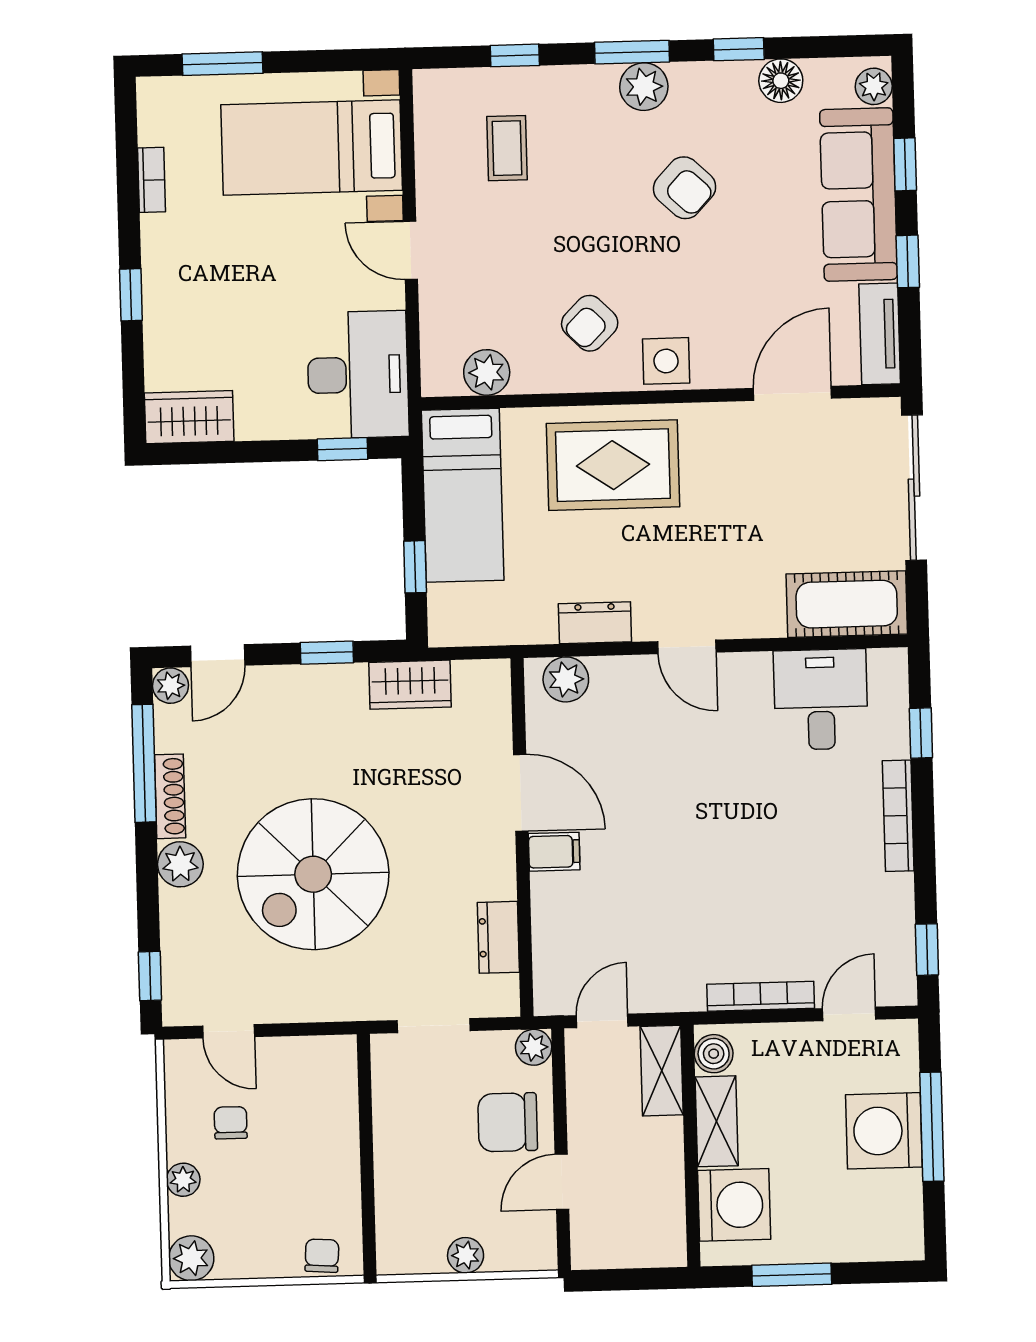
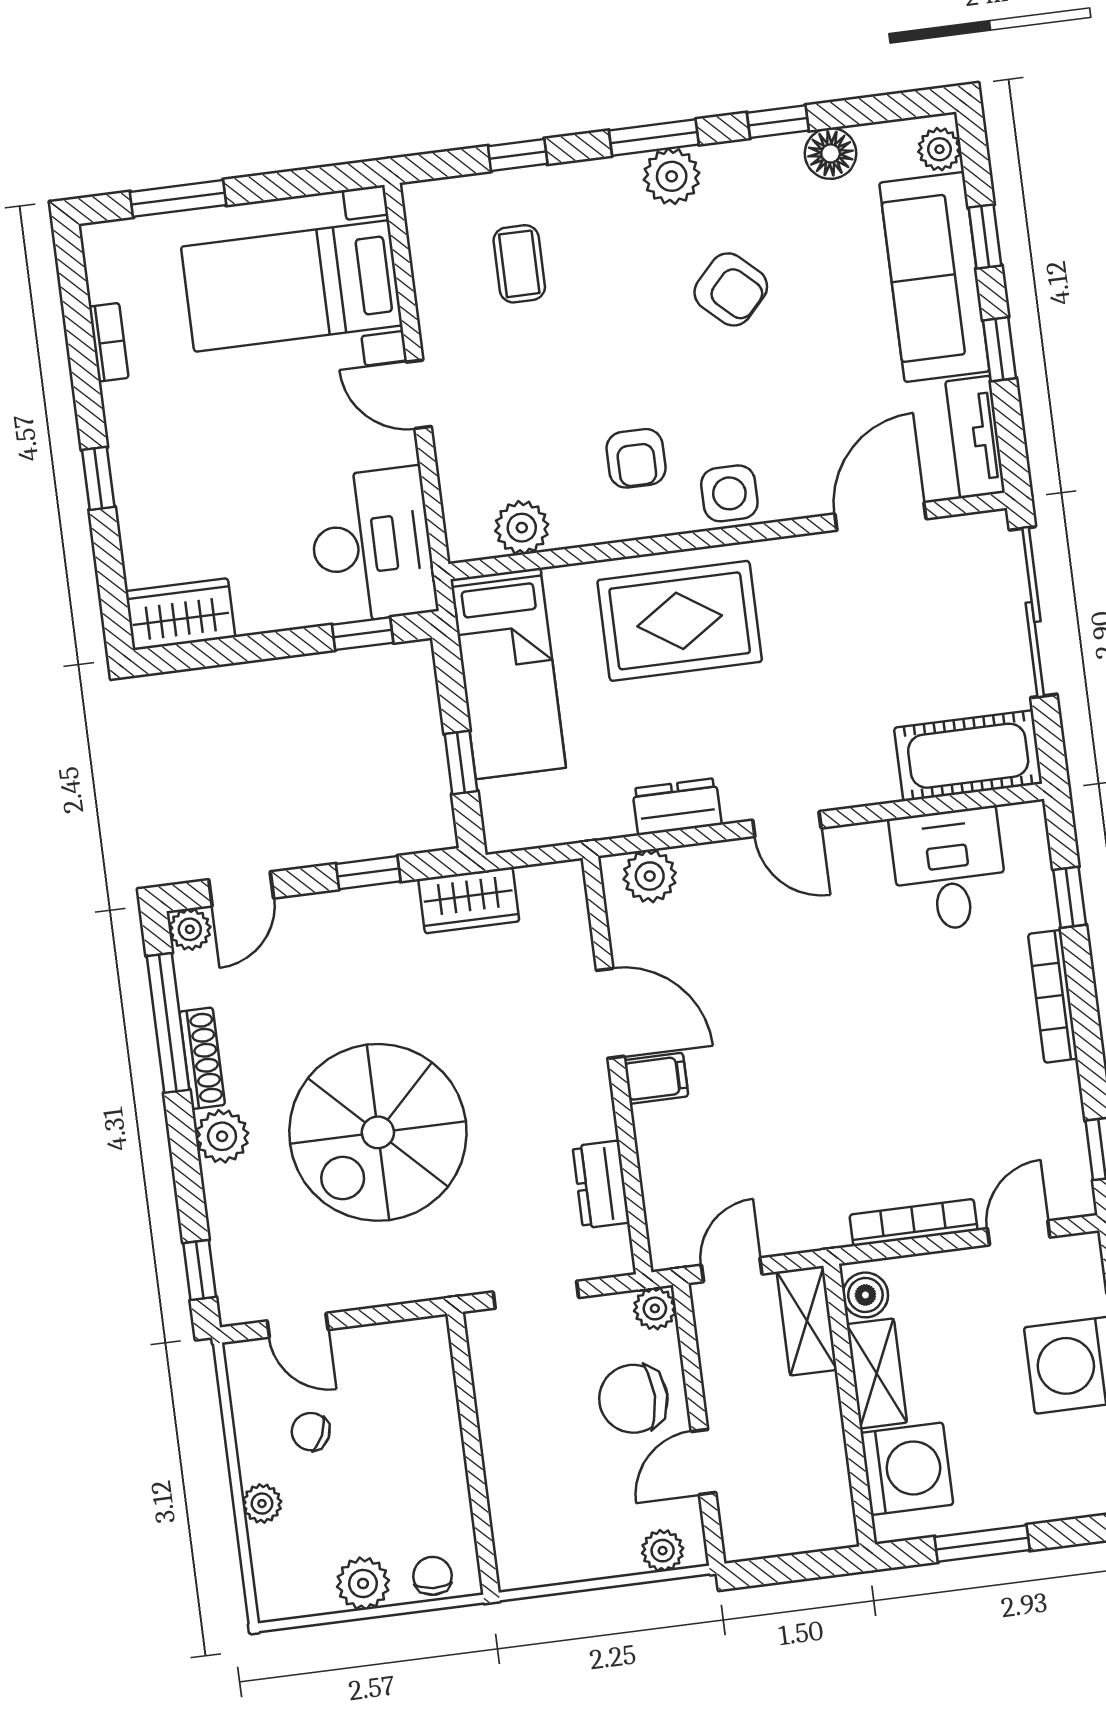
armchair: (590, 323) -> (636, 458), turned -45
chair: (231, 1123) -> (311, 1432), turned -65
plant: (466, 1255) -> (663, 1551), moved
plant: (191, 1258) -> (363, 1583), moved

